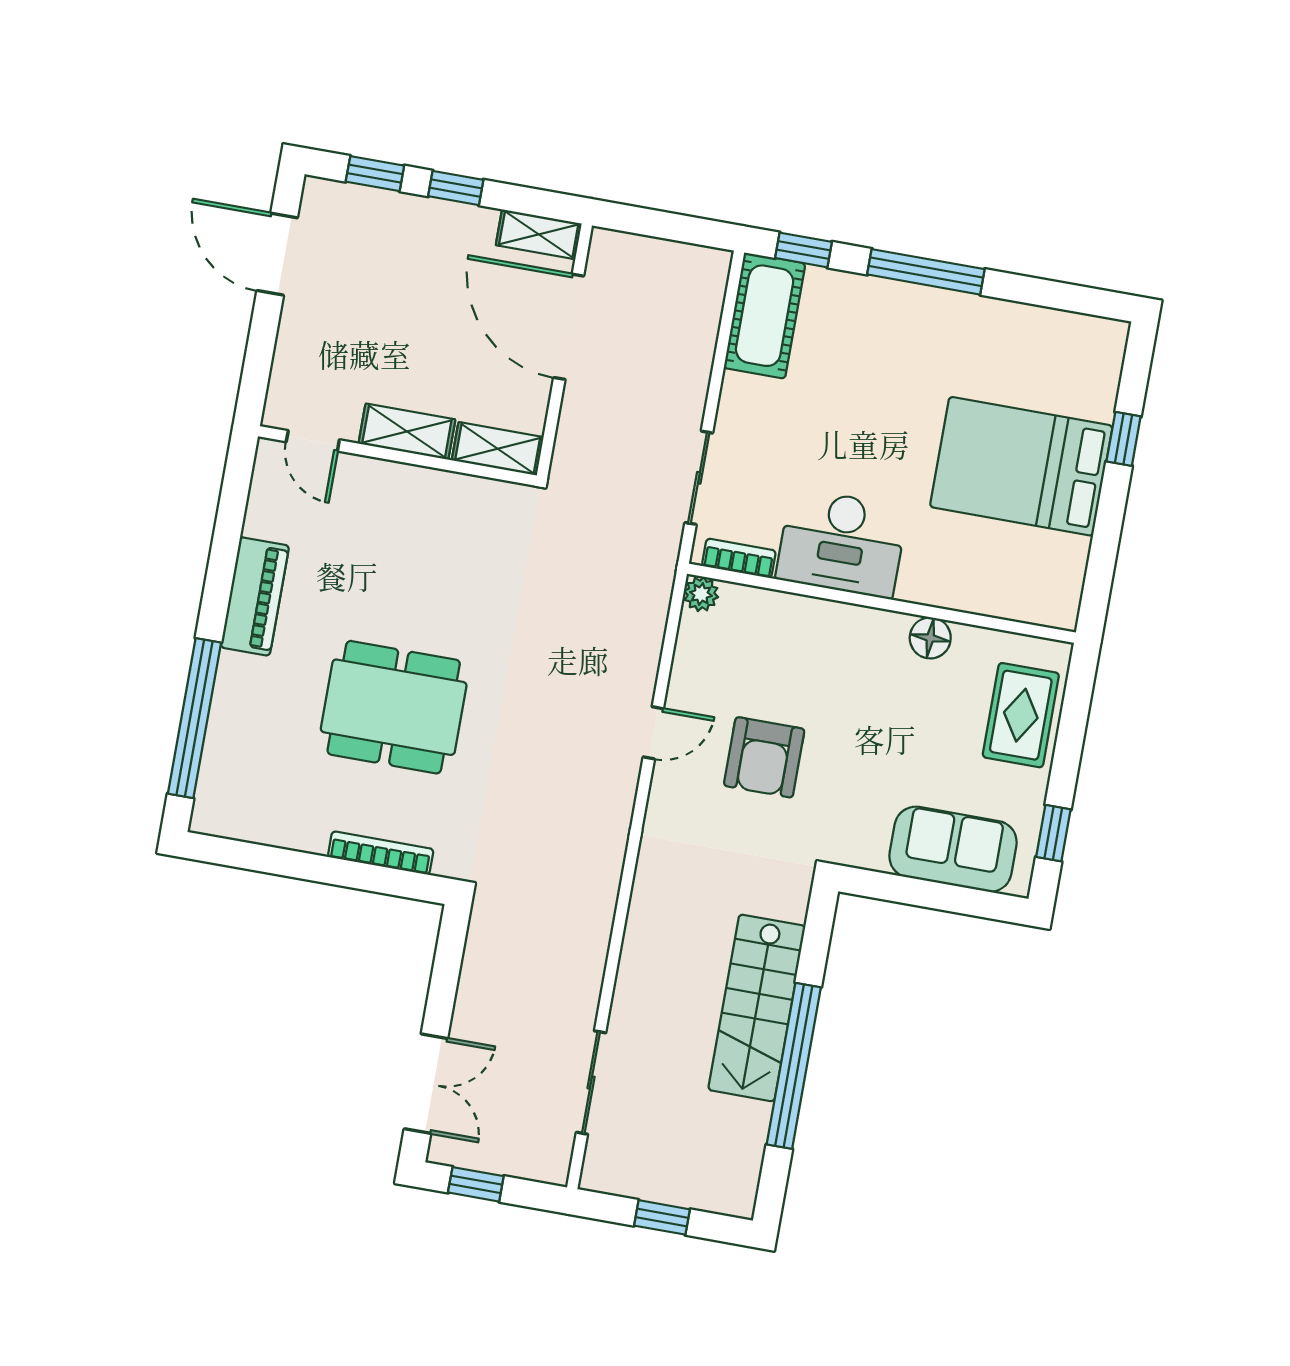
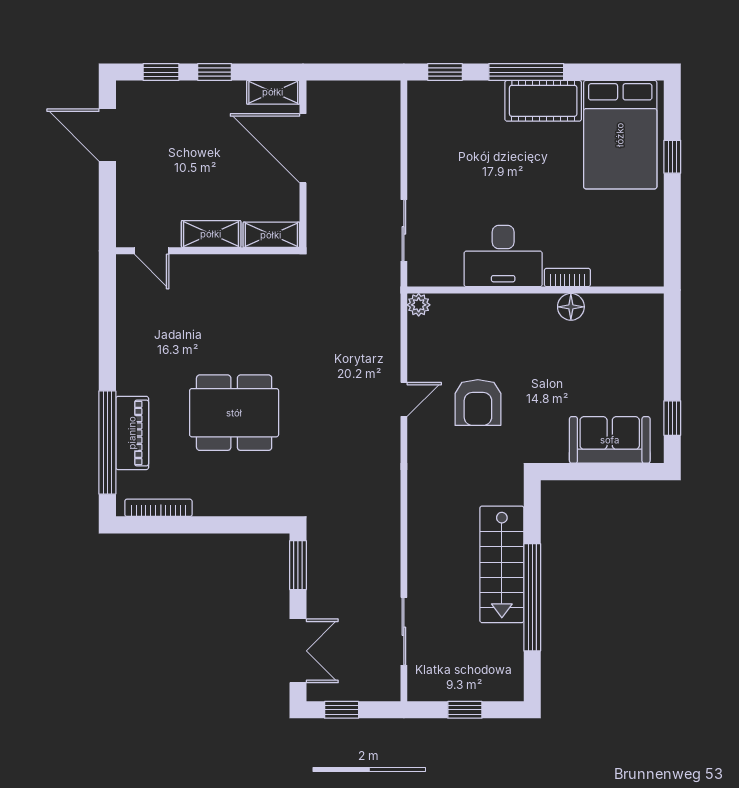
cot: (765, 316) -> (543, 101), moved, turned 90
bed: (1021, 466) -> (620, 135), moved, turned -90
bookcase: (739, 558) -> (567, 277), moved
piano: (255, 596) -> (132, 433), moved
rug: (1021, 715) -> (638, 346), removed
bookcase: (381, 853) -> (158, 508), moved
window: (449, 954) -> (298, 565), added

